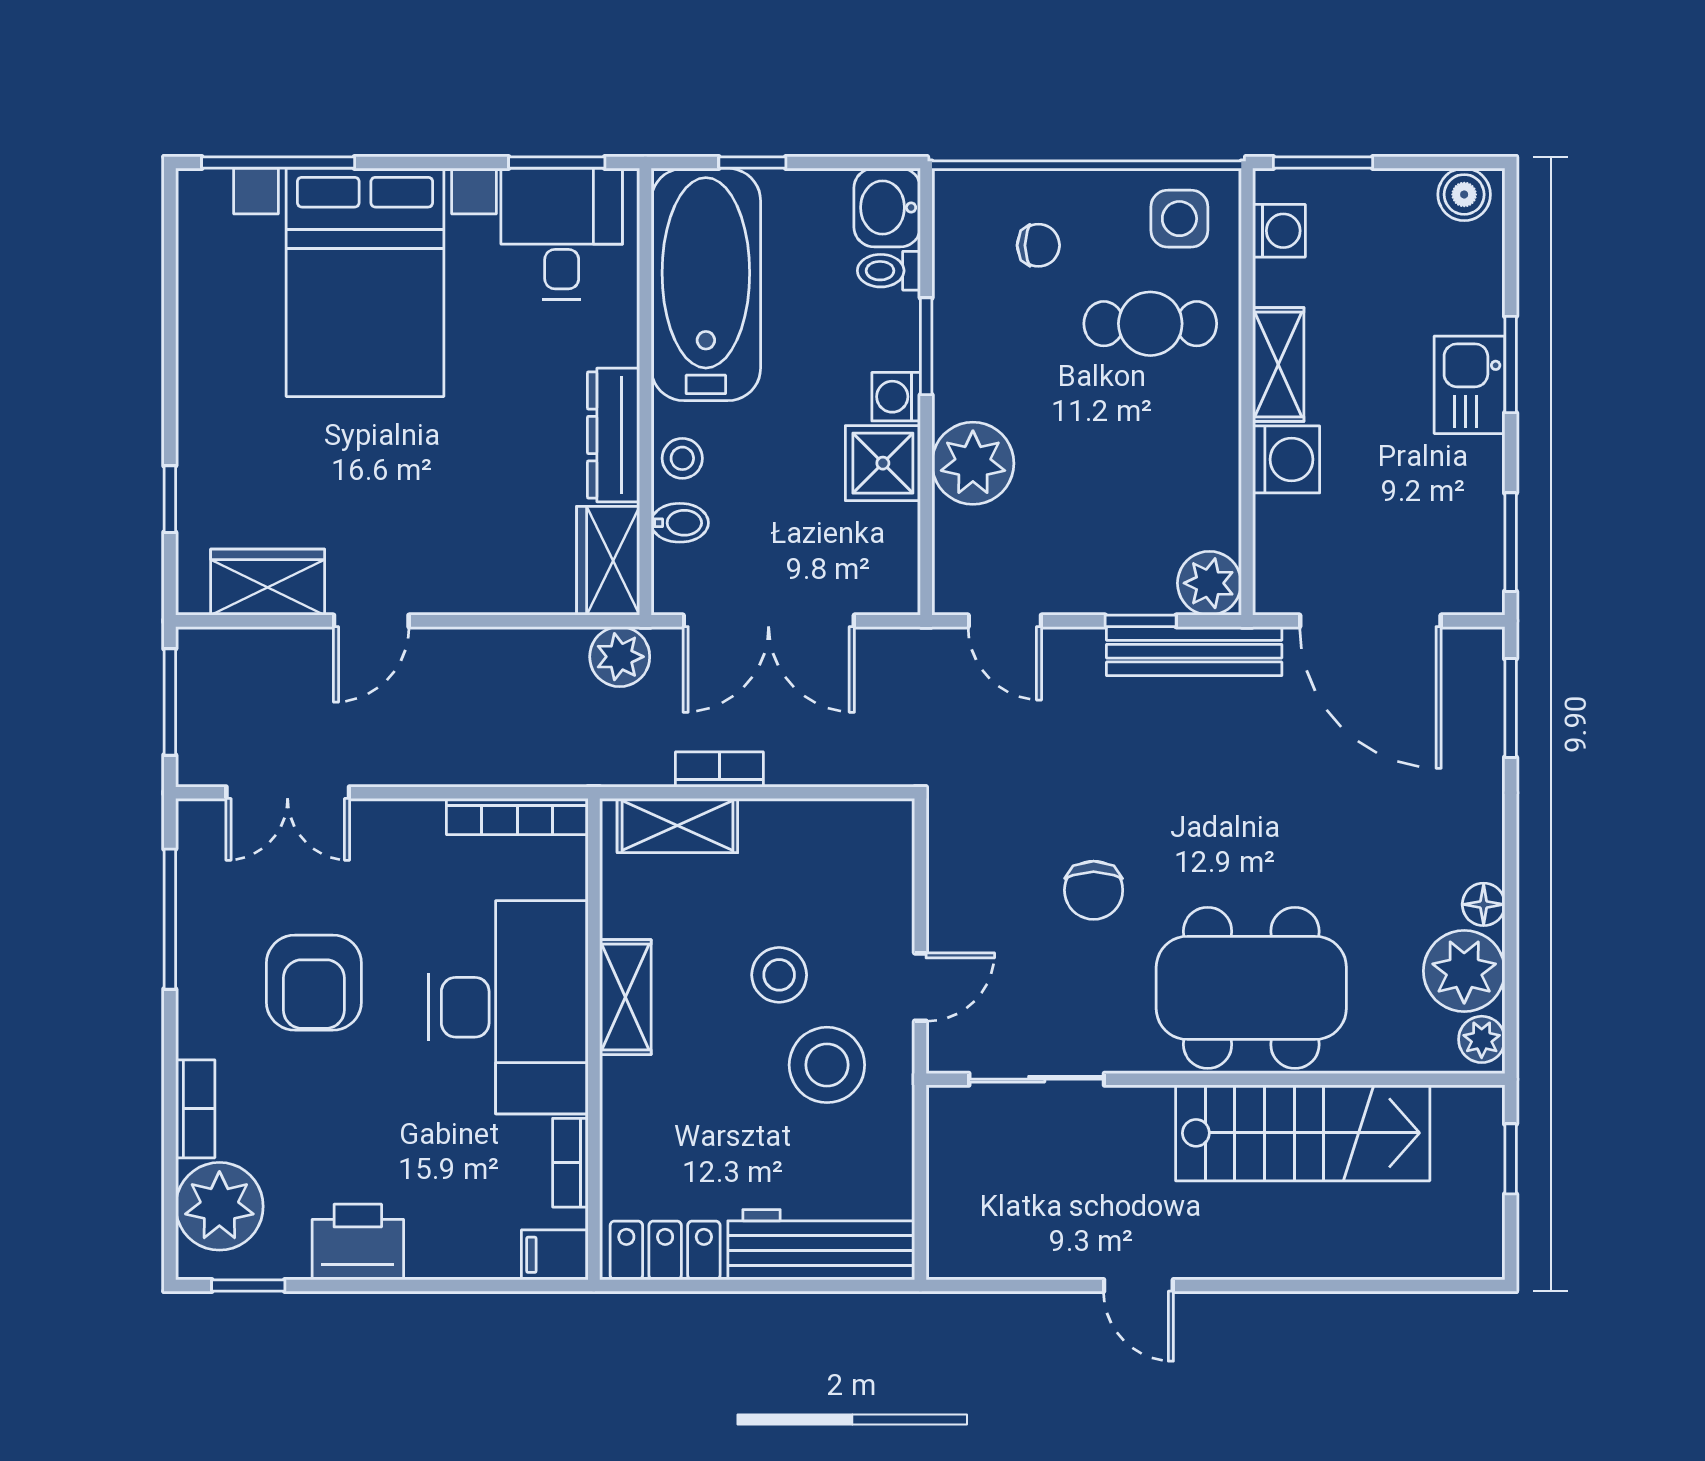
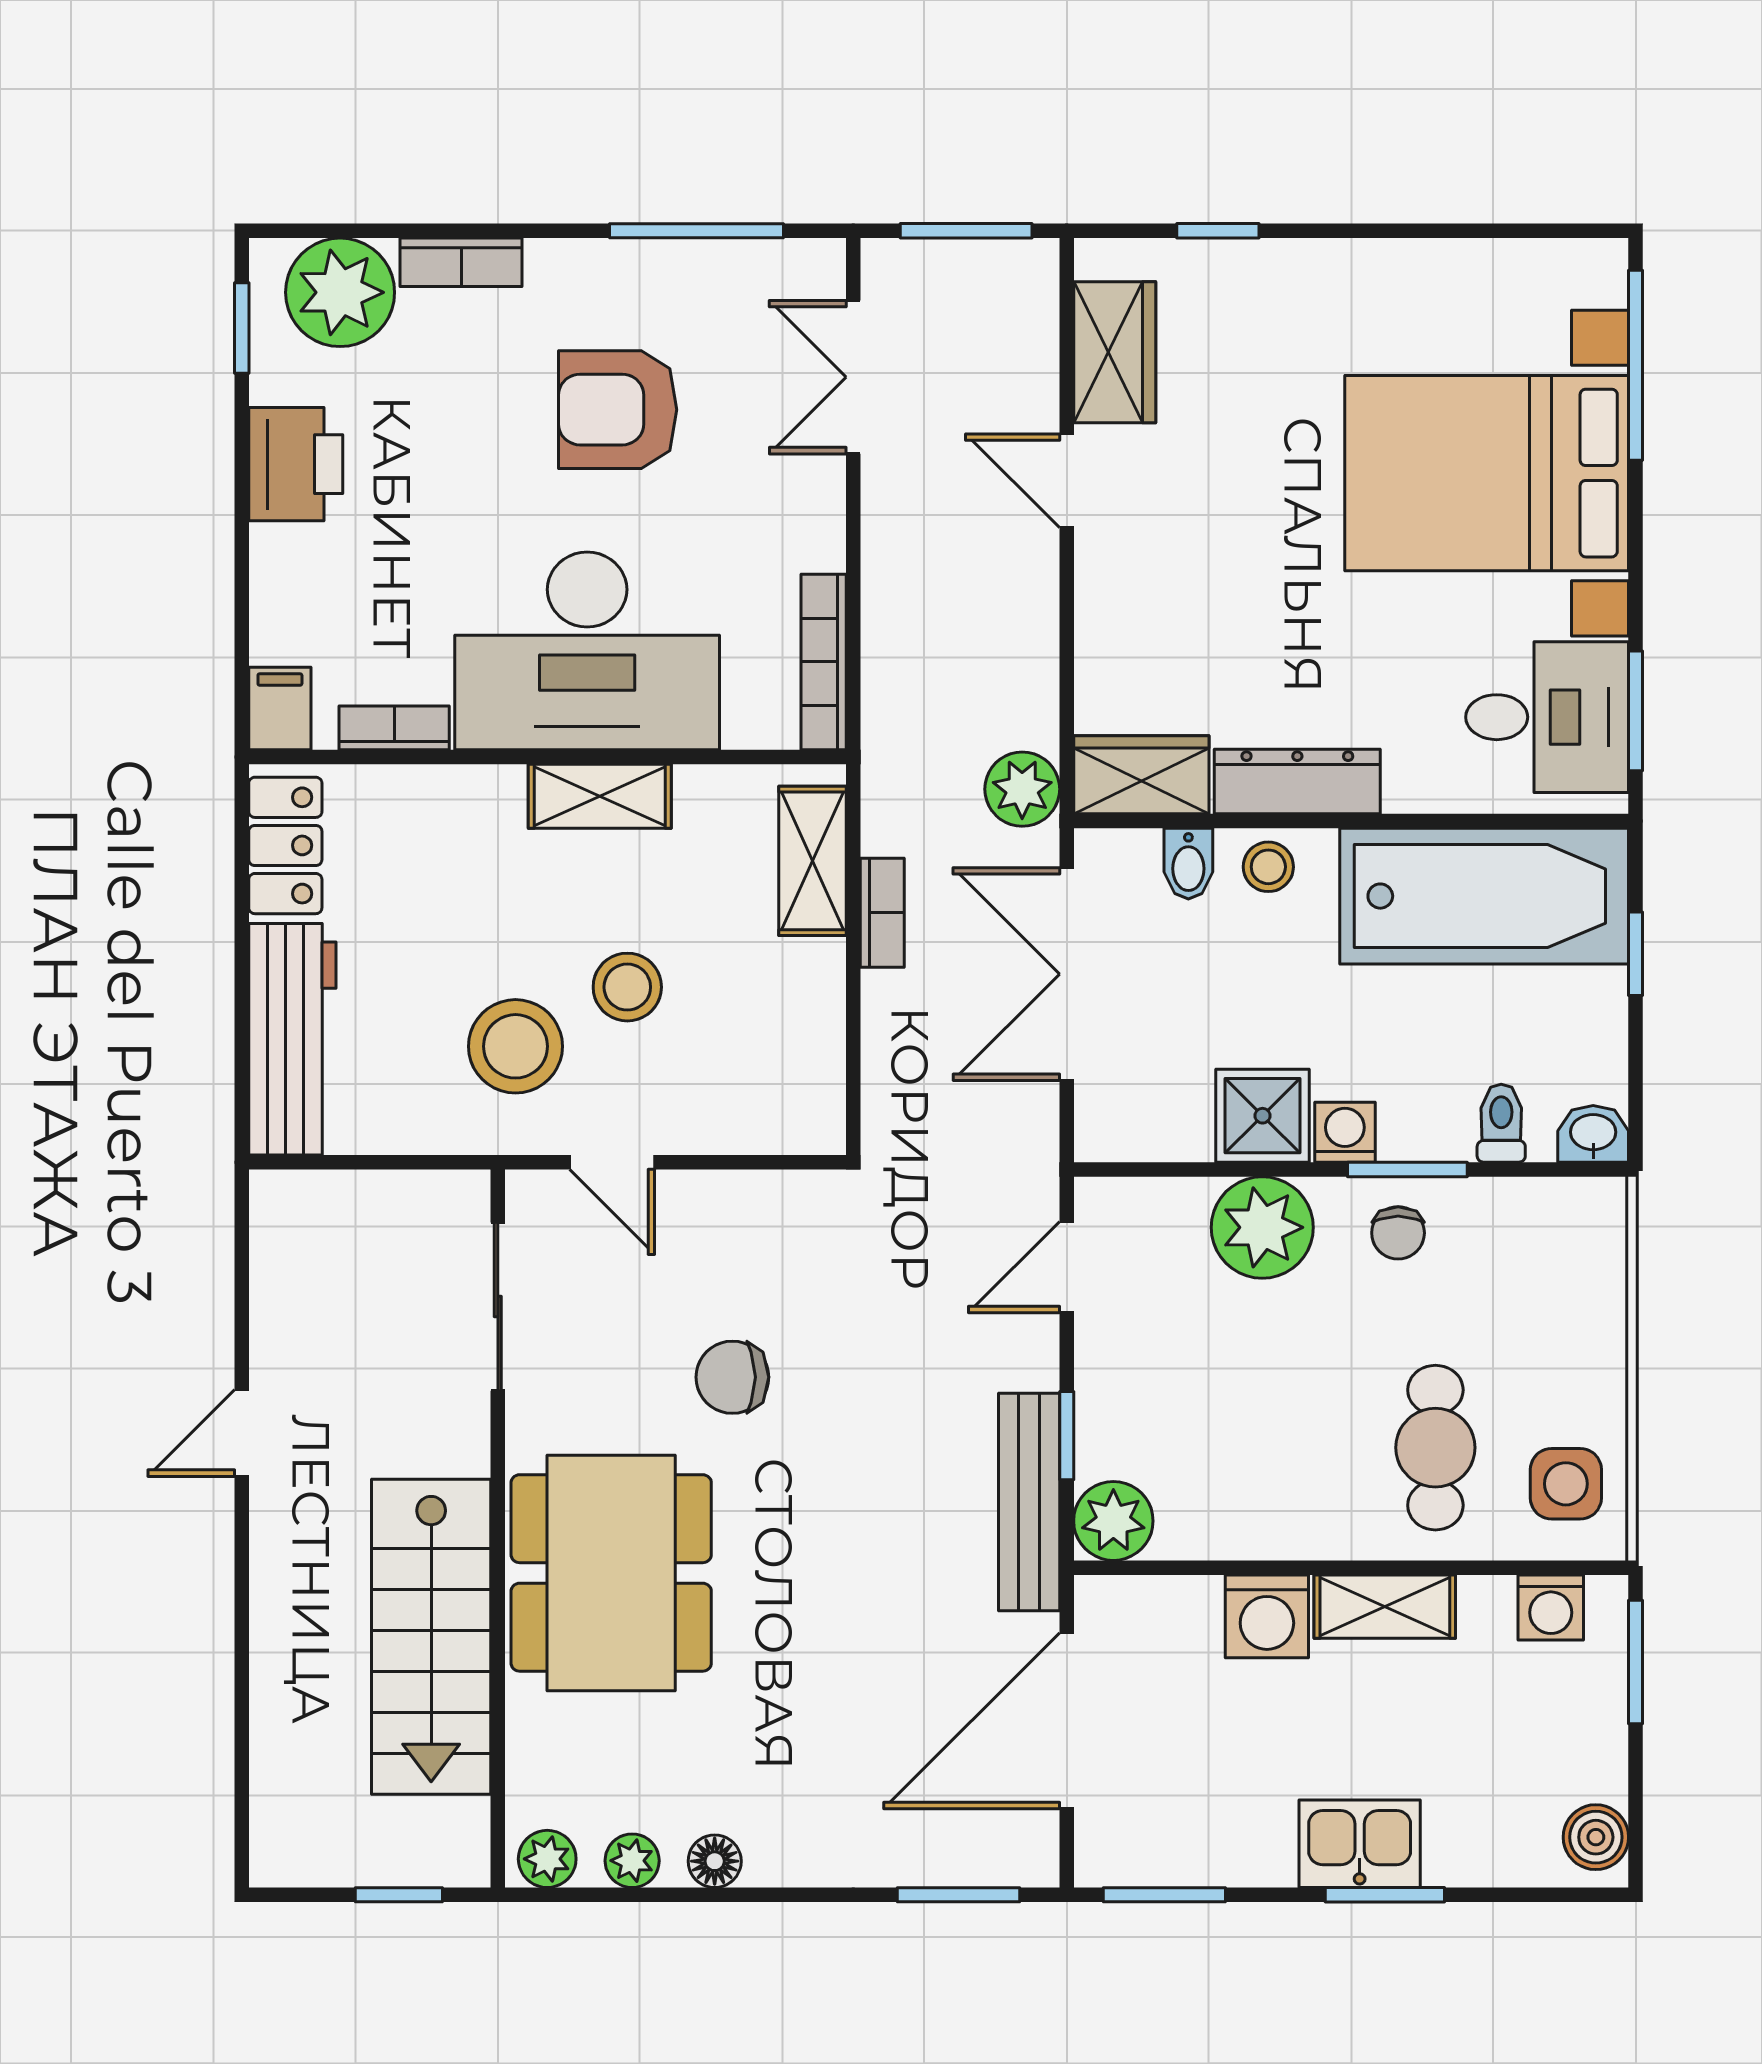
washbasin: (887, 207) -> (1593, 1134), width x0.72, depth x0.69
chair: (1038, 245) -> (1398, 1233), moved
plant: (1464, 971) -> (632, 1861), width x0.53, depth x0.53

